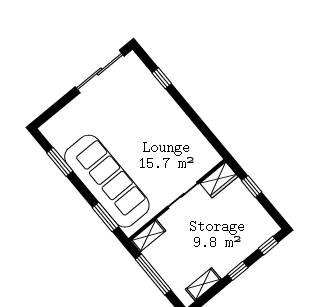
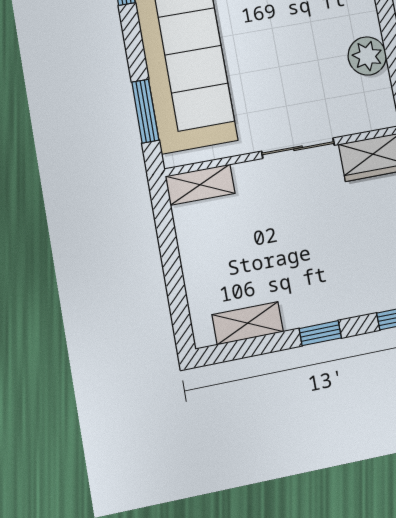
plant: (191, 136) -> (367, 56), added
window: (153, 275) -> (170, 257), removed

